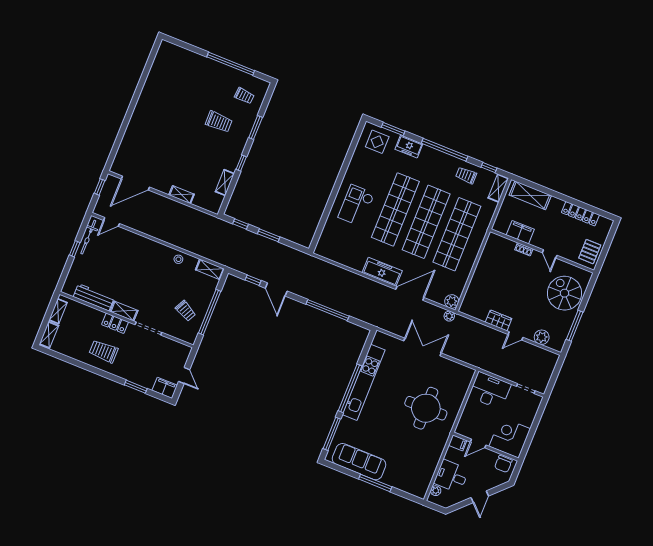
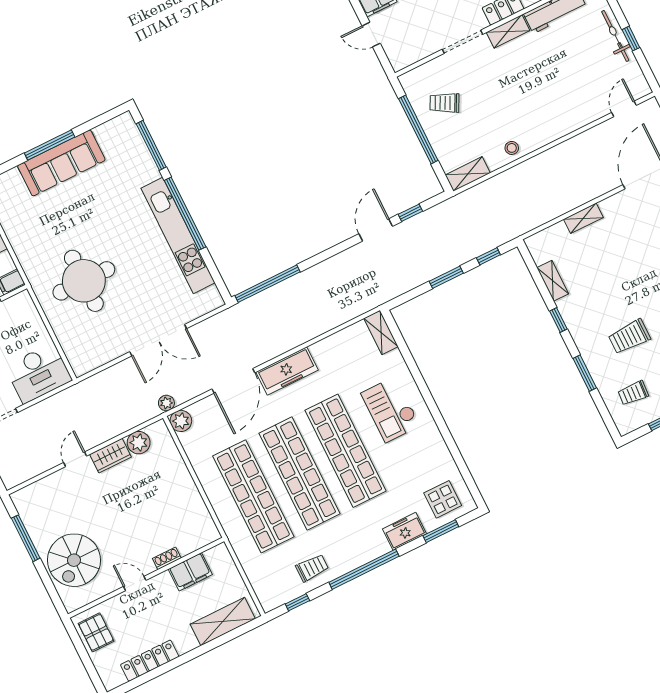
shelving: (498, 188) -> (381, 332), moved
checkout: (356, 205) -> (391, 409), turned 180
bicycle: (88, 237) -> (615, 36), moved
door: (276, 290) -> (376, 230), hinge flipped
spiral stairs: (564, 293) -> (74, 560), turned 90
window: (328, 310) -> (267, 284), moved
plant: (542, 337) -> (139, 443), moved
sofa: (359, 462) -> (61, 163), moved

